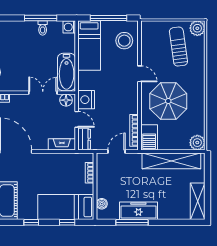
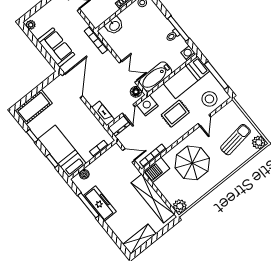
door: (139, 74) -> (204, 120), moved
rug: (113, 81) -> (175, 114), added

